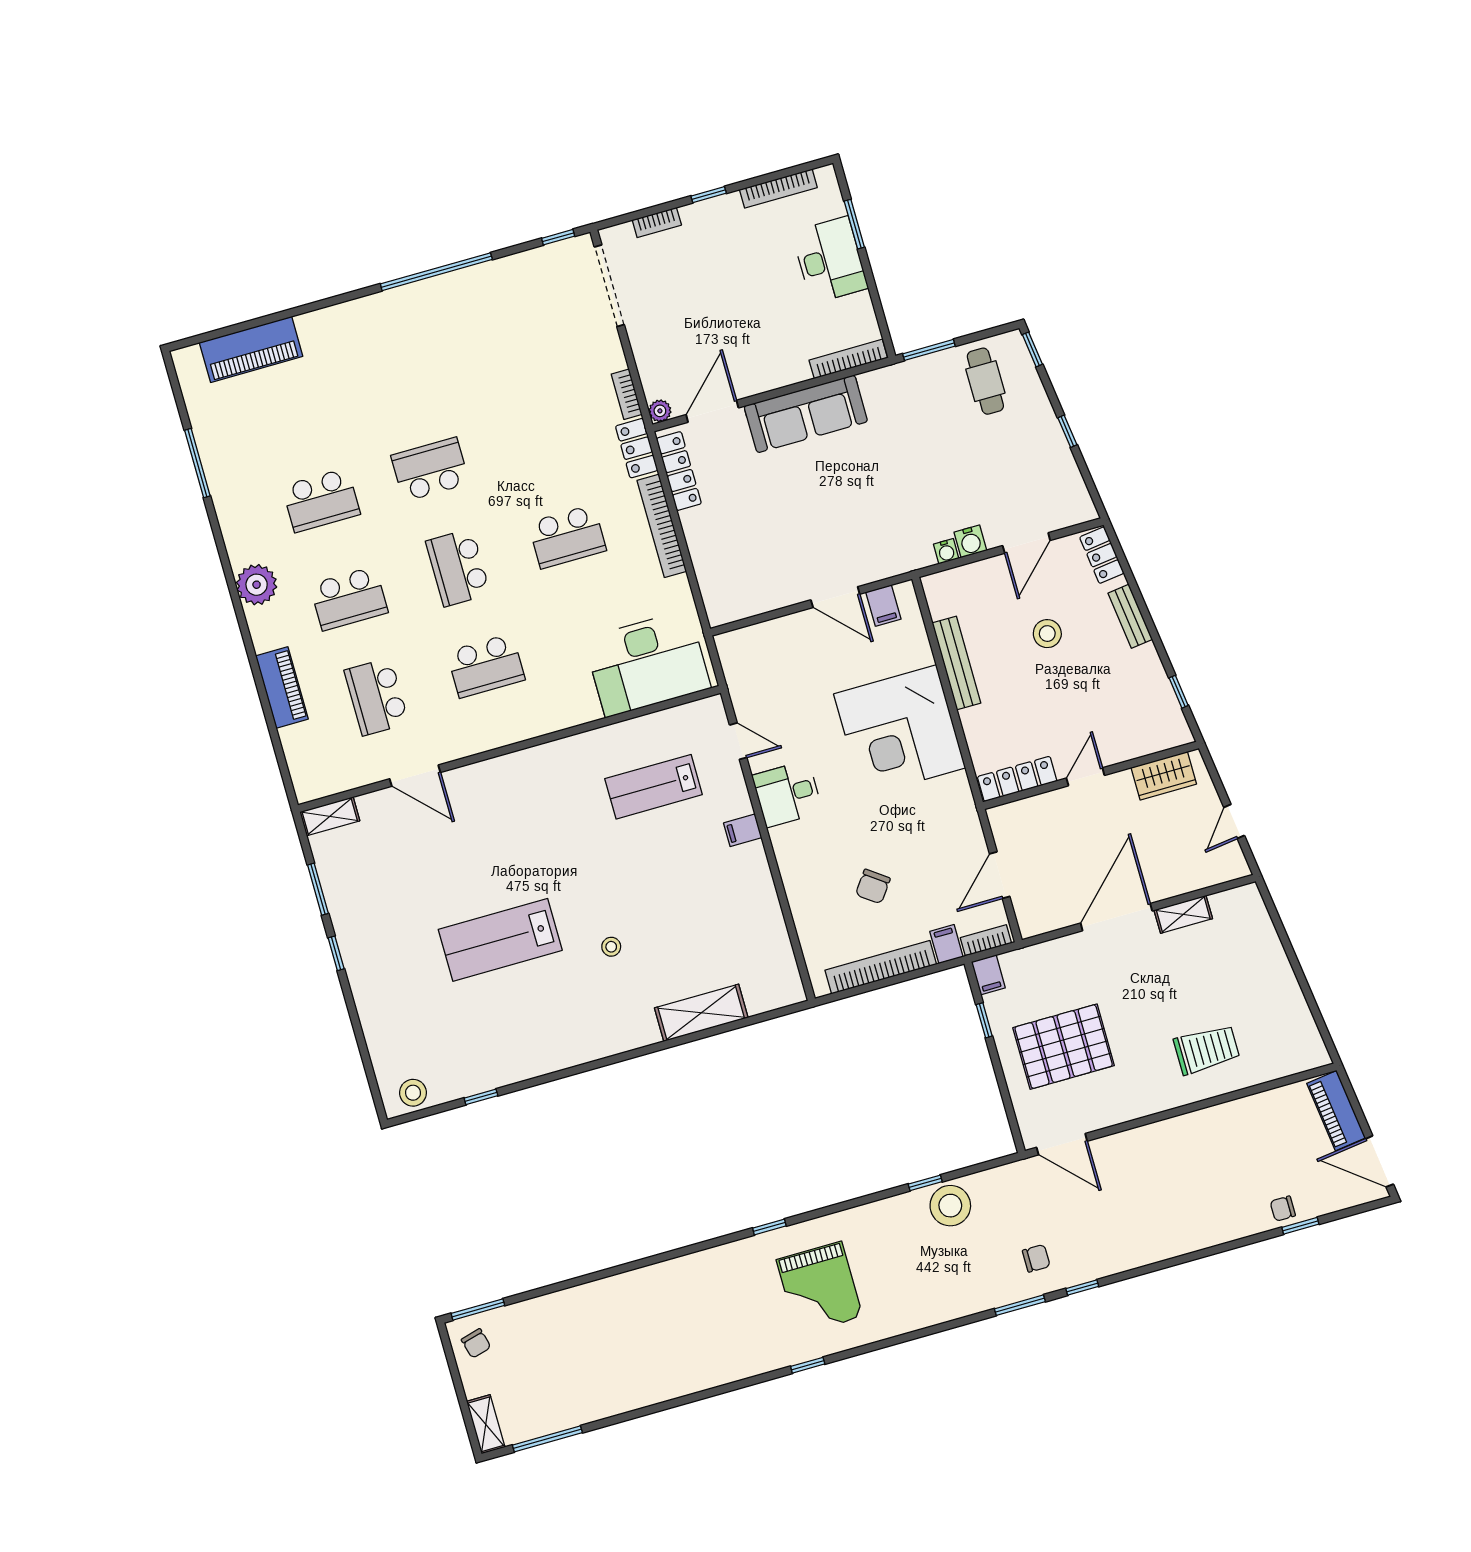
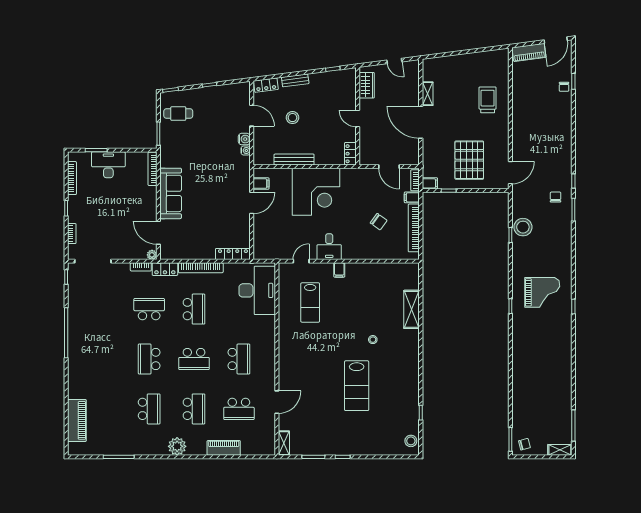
school desk: (539, 438) -> (149, 309), added
locker: (679, 471) -> (233, 254), moved
locker: (1017, 779) -> (350, 154), width x0.66

